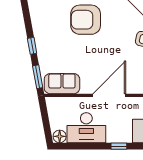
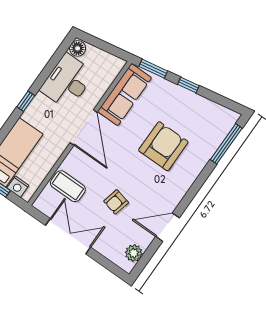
armchair: (86, 20) -> (163, 146), moved
sofa: (62, 84) -> (125, 95), width x1.36

